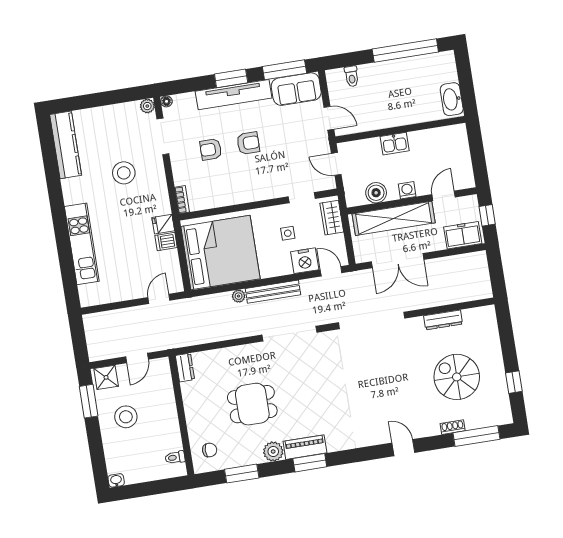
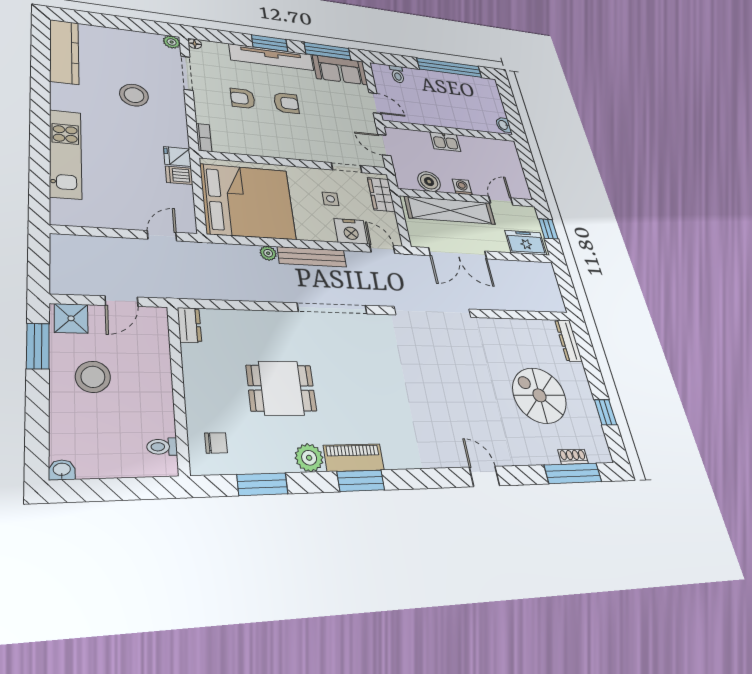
washbasin: (452, 99) -> (503, 125), width x0.52, depth x0.69
dresser: (443, 320) -> (568, 341), moved, turned 90
shoe rack: (453, 427) -> (573, 457), moved

